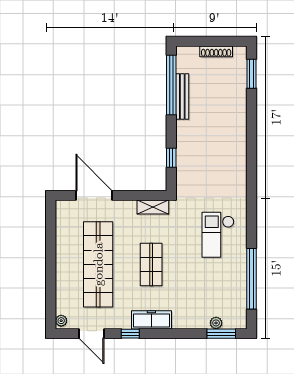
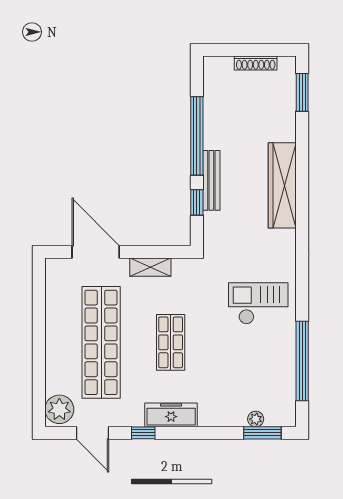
window: (171, 85) -> (197, 136), moved
bench: (182, 96) -> (211, 180), moved
wardrobe: (236, 145) -> (282, 185), added
shelving: (153, 207) -> (150, 267), moved
checkout: (218, 235) -> (258, 303), turned 90
plant: (61, 321) -> (59, 409), width x1.88, depth x1.88

